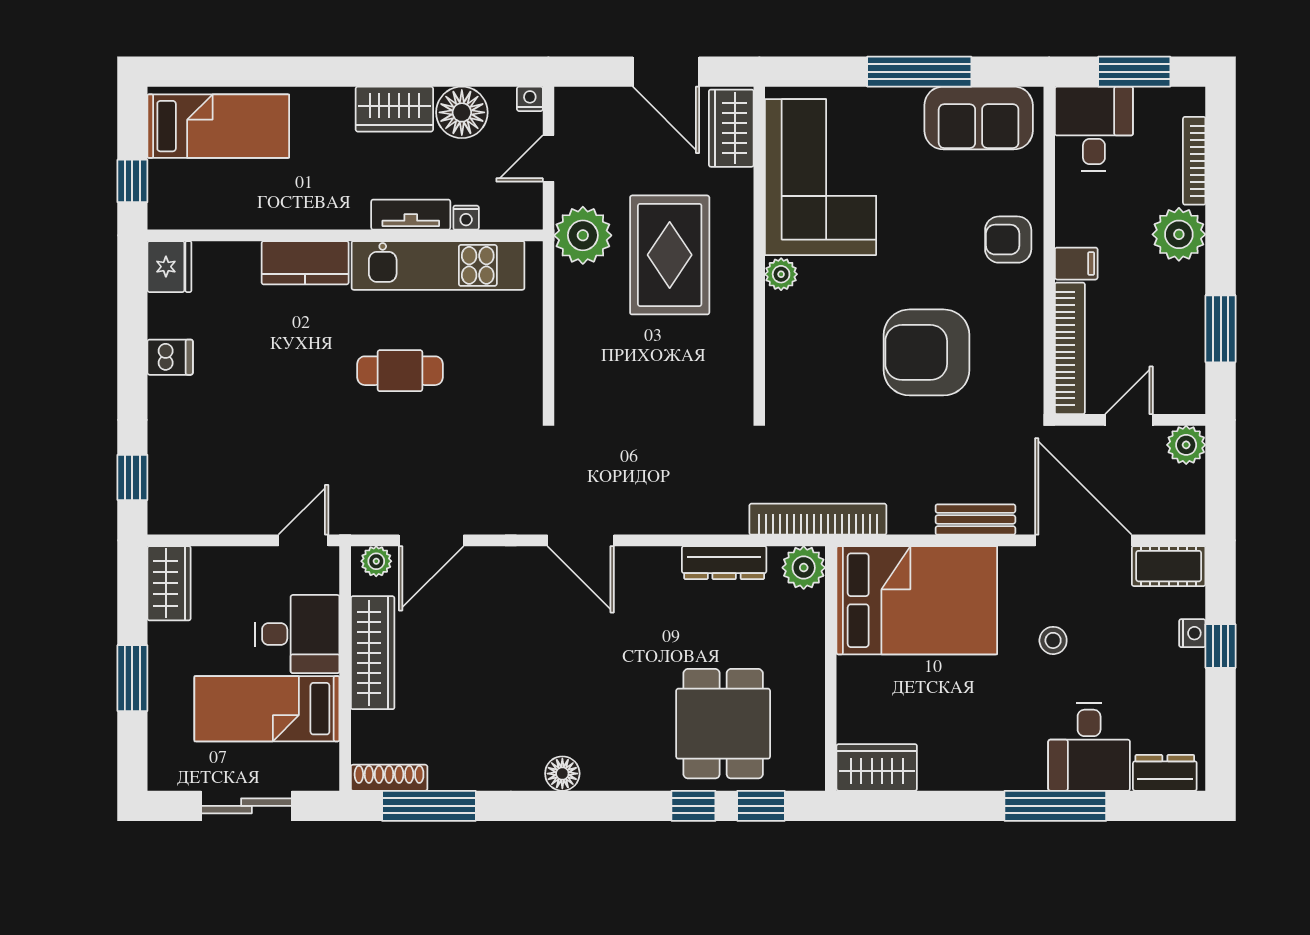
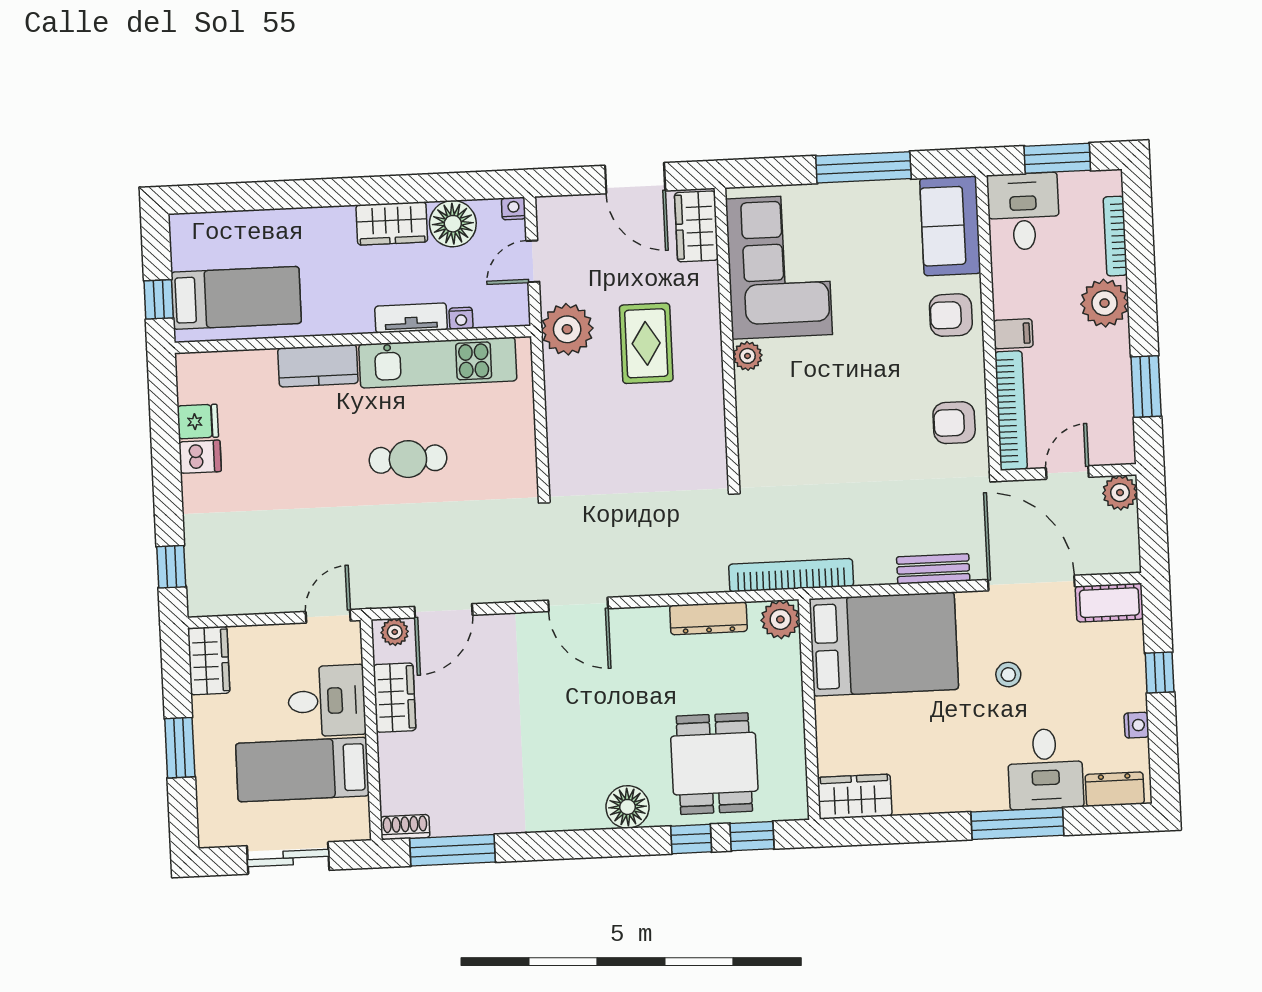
sofa: (979, 118) -> (950, 226), moved, turned 90
bed: (218, 126) -> (236, 298), moved
rug: (670, 255) -> (646, 343), width x0.73, depth x0.70
fridge: (169, 267) -> (198, 422), moved, width x0.72
armchair: (927, 352) -> (954, 423), moved, width x0.53, depth x0.53
nightstand: (1192, 633) -> (1137, 725), moved
wardrobe: (373, 653) -> (395, 698), width x0.67
floor lamp: (562, 774) -> (628, 807), moved, width x1.38, depth x1.38
shoe rack: (389, 778) -> (405, 827), width x0.70

